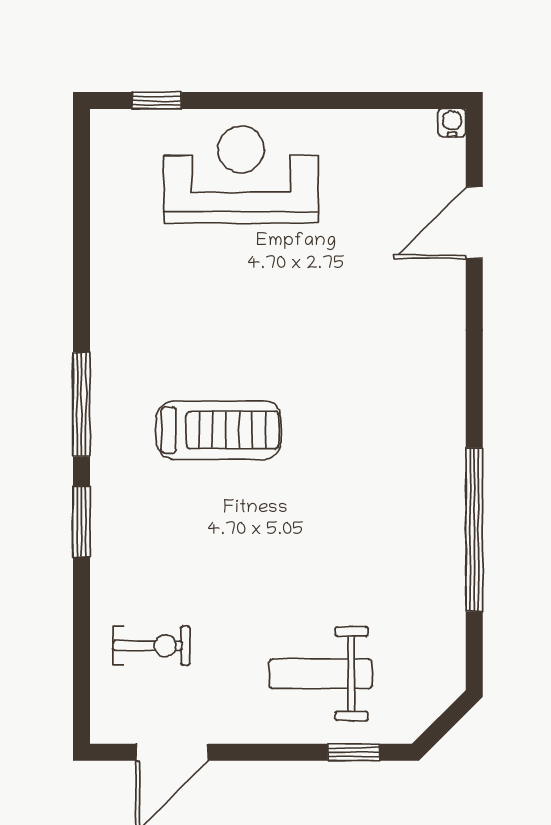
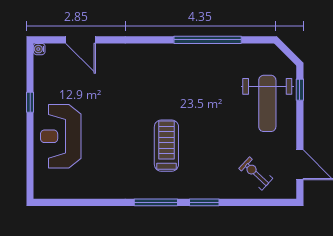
window: (157, 100) -> (30, 102), moved
exercise bike: (151, 646) -> (256, 173), turned -47
weight bench: (321, 674) -> (267, 103), width x1.36, depth x1.33

